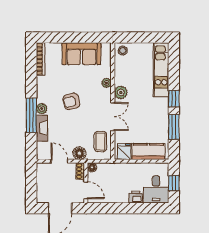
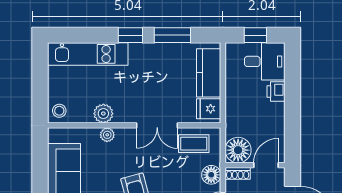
plant: (121, 92) -> (103, 114), moved
double door: (113, 117) -> (157, 125), swing flipped
floor lamp: (92, 167) -> (238, 150), width x1.89, depth x1.89

